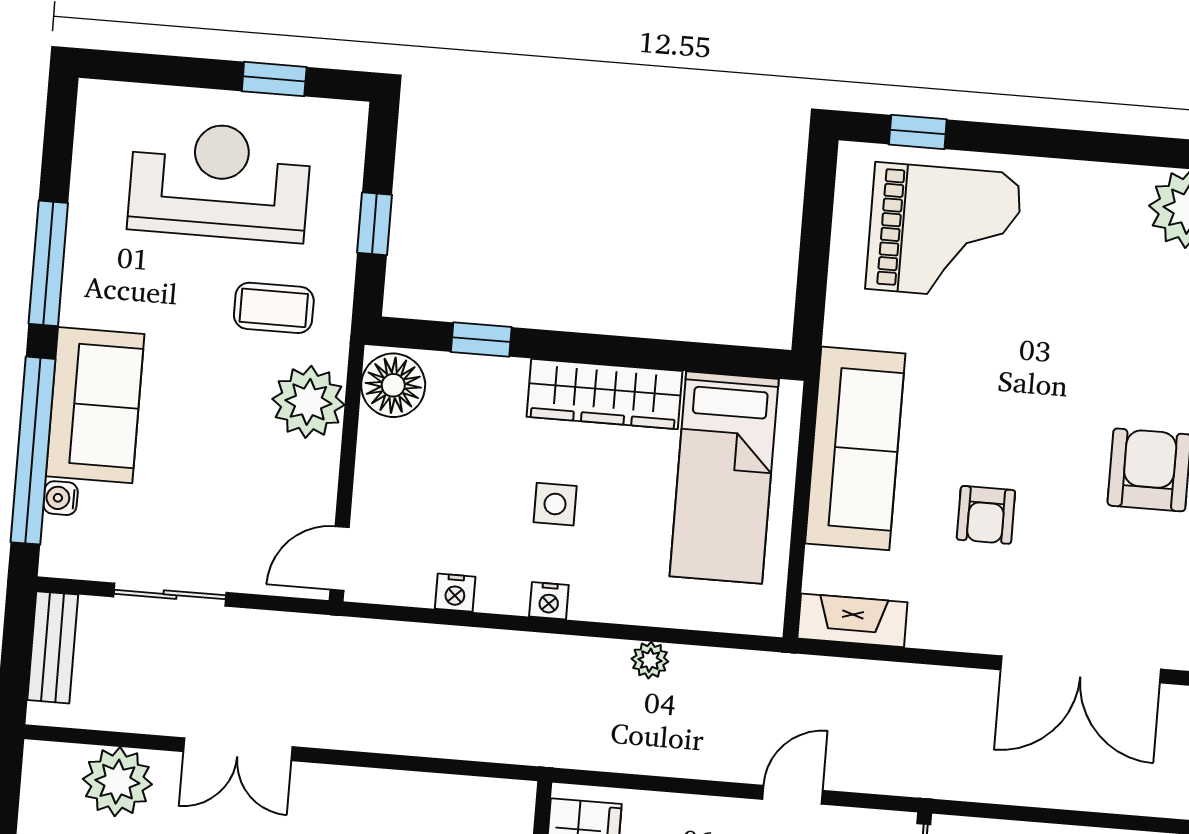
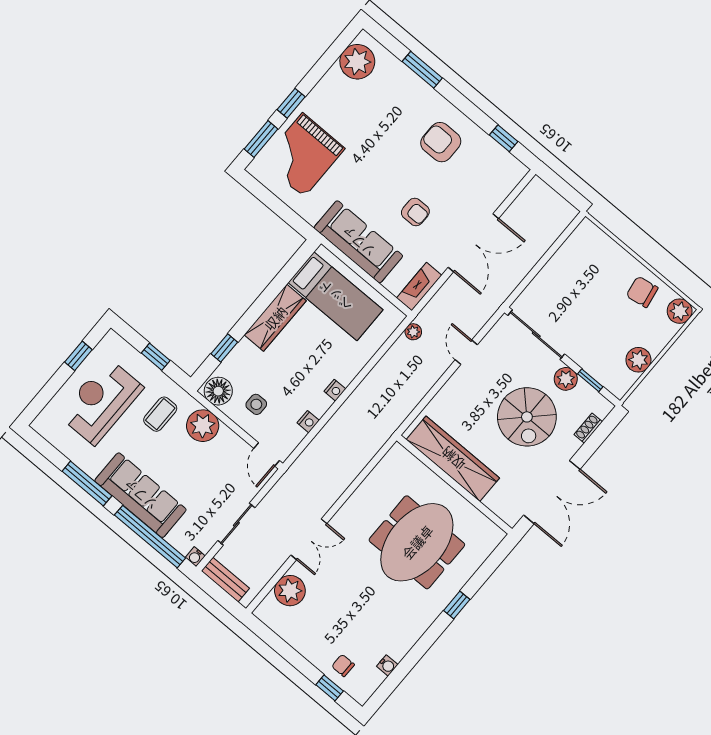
window: (918, 132) -> (261, 139), width x1.50
window: (1024, 141) -> (291, 103), added
grand piano: (944, 231) -> (303, 155), turned 180
sofa: (95, 405) -> (140, 495), width x1.36
water cooler: (61, 498) -> (195, 557), moved
side table: (555, 504) -> (256, 404), moved
plant: (650, 660) -> (413, 332), moved
double door: (1081, 669) -> (473, 243), moved

